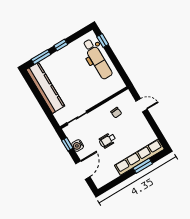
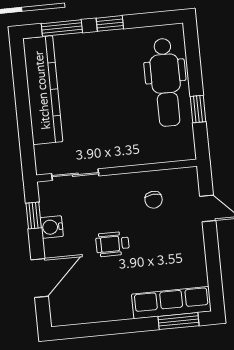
window: (103, 40) -> (198, 109), moved
row of seats: (139, 157) -> (171, 303), width x0.73
window: (143, 166) -> (178, 321), moved

